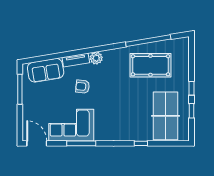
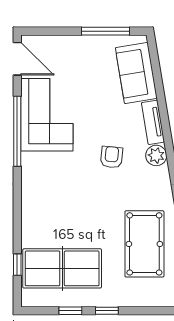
armchair: (83, 87) -> (112, 157), moved
door: (37, 143) -> (17, 59), hinge flipped
window: (81, 143) -> (17, 131), width x1.46
window: (141, 143) -> (17, 265), moved

